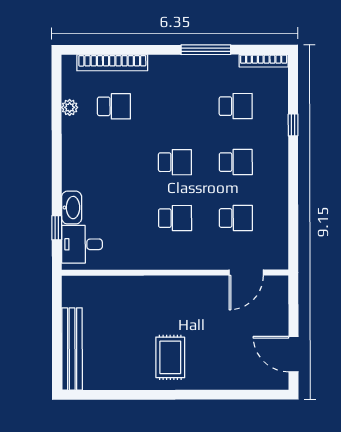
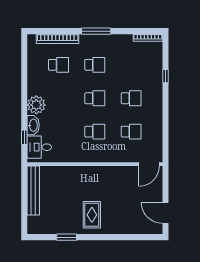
window: (206, 50) -> (96, 31), moved
school desk: (236, 106) -> (95, 65), moved
plant: (70, 107) -> (36, 105), moved, width x1.87, depth x1.87
door: (246, 273) -> (149, 164), moved
bench: (72, 349) -> (33, 191), moved
window: (128, 395) -> (67, 237), added

